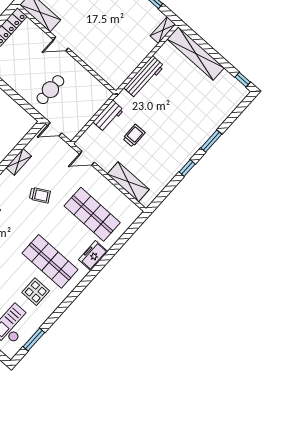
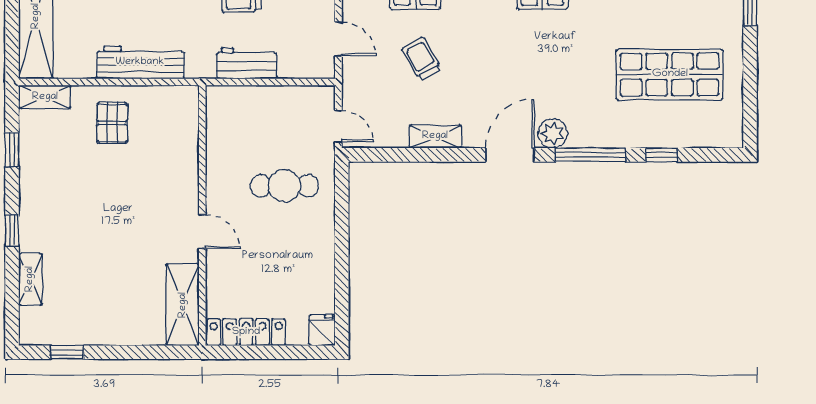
pallet: (131, 47) -> (112, 123), added
trolley: (40, 195) -> (422, 59), moved

